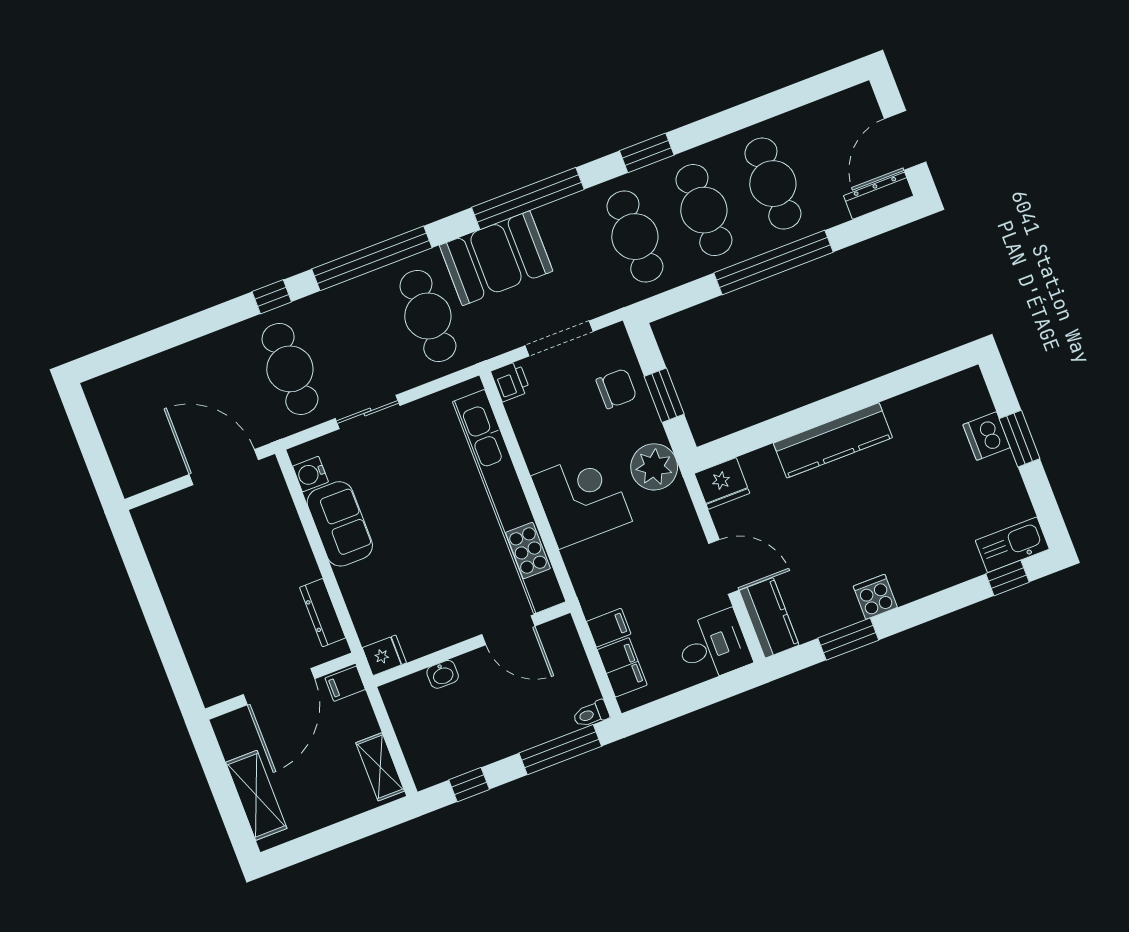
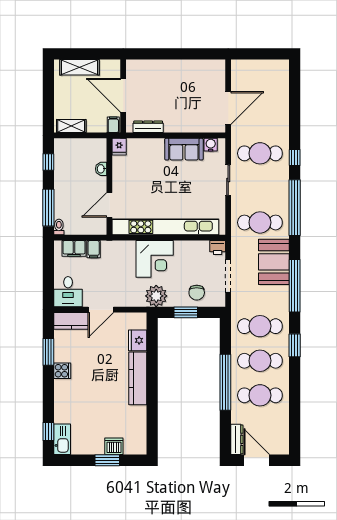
fridge: (722, 483) -> (138, 340), moved

